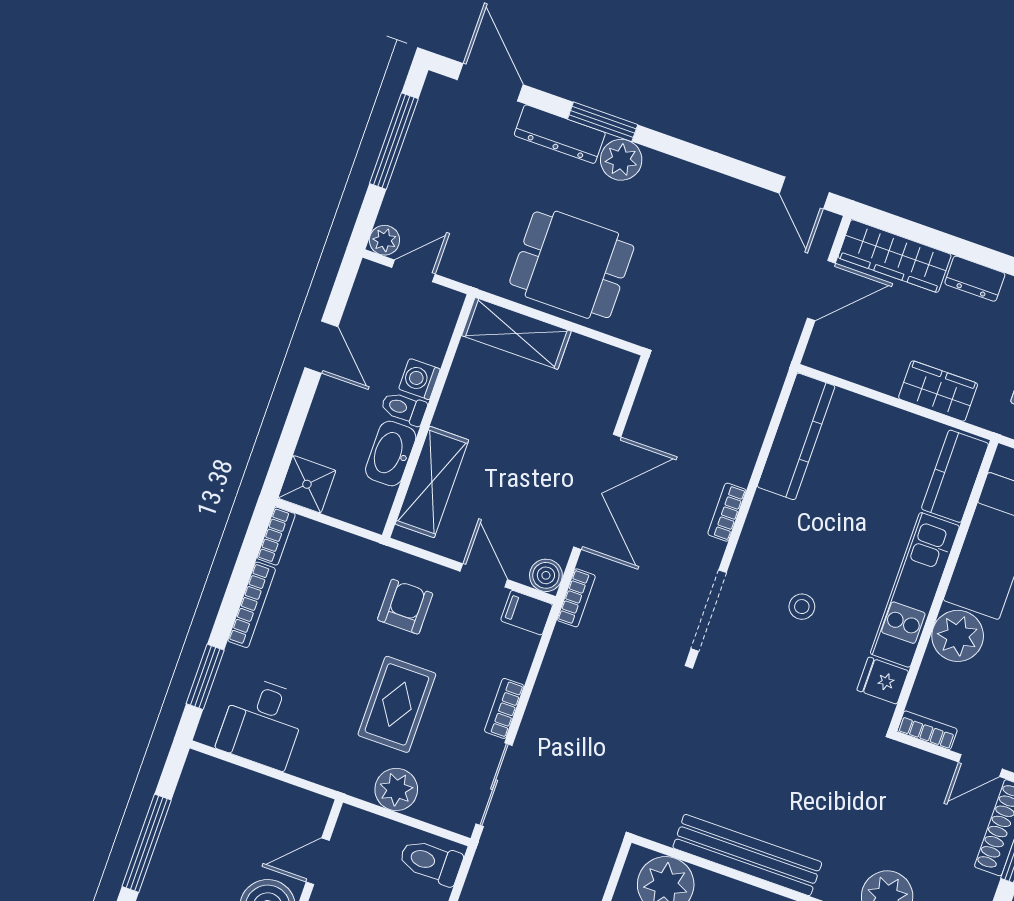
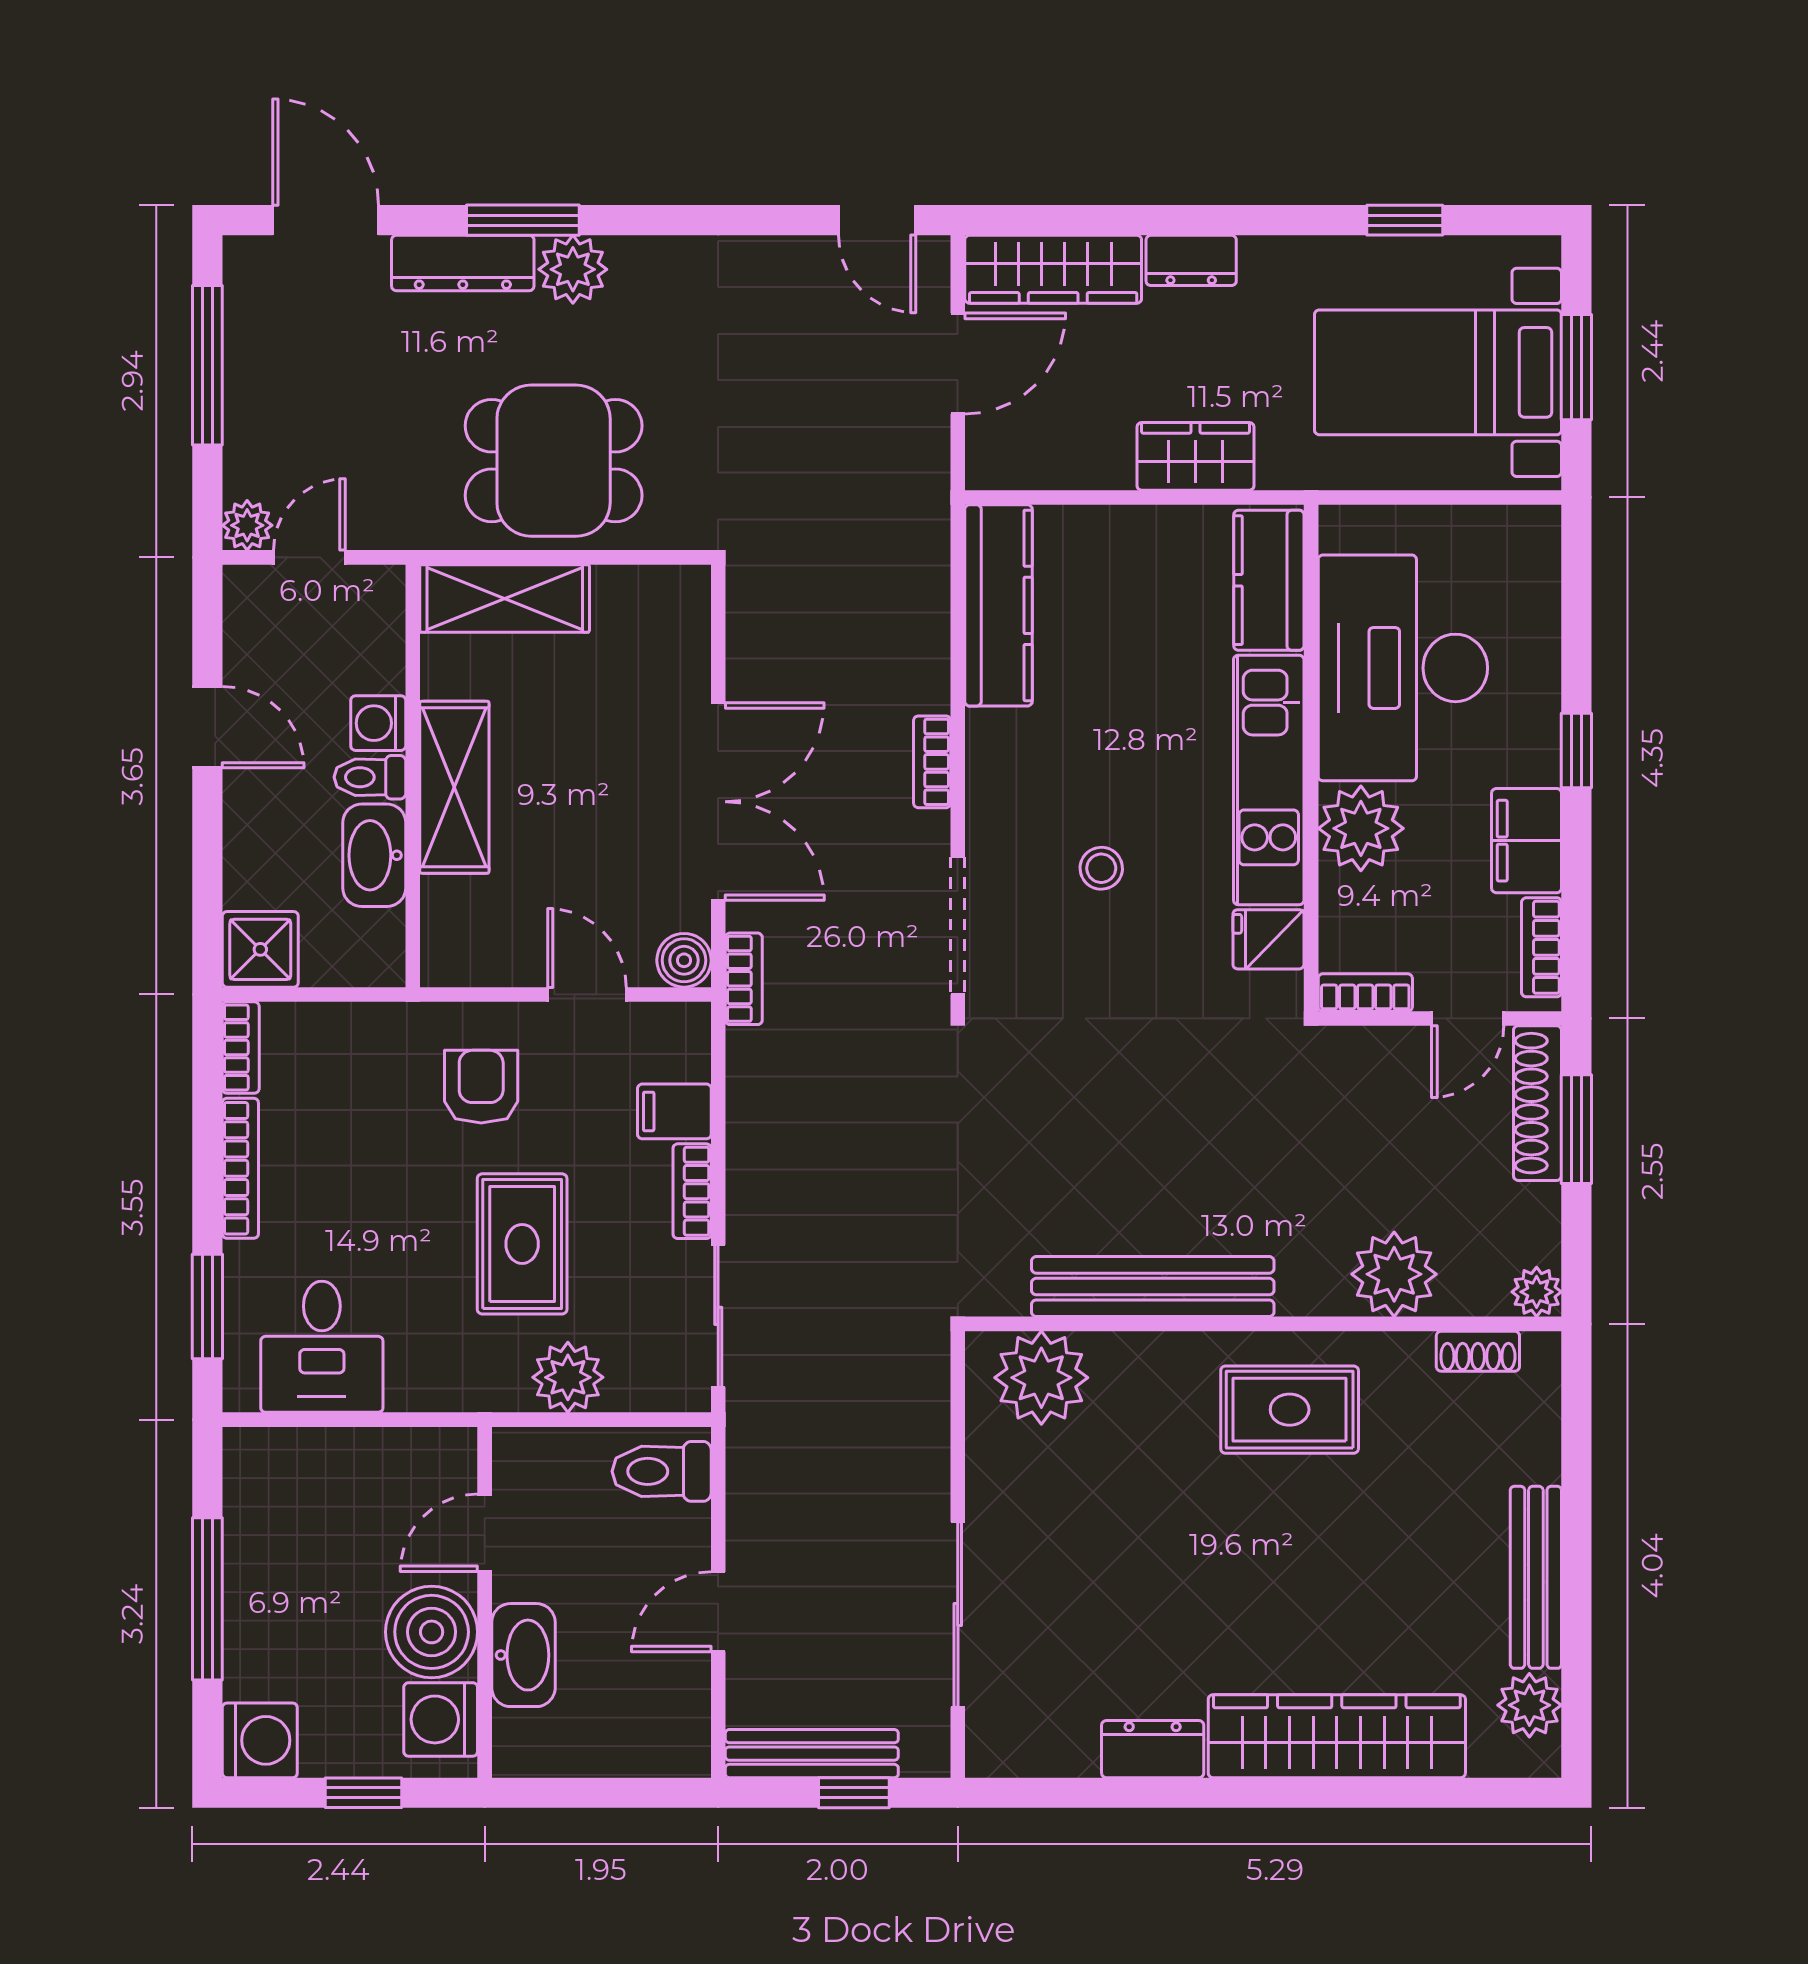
shelving: (432, 482) -> (454, 787), moved
filing cabinet: (527, 613) -> (674, 1111), moved

